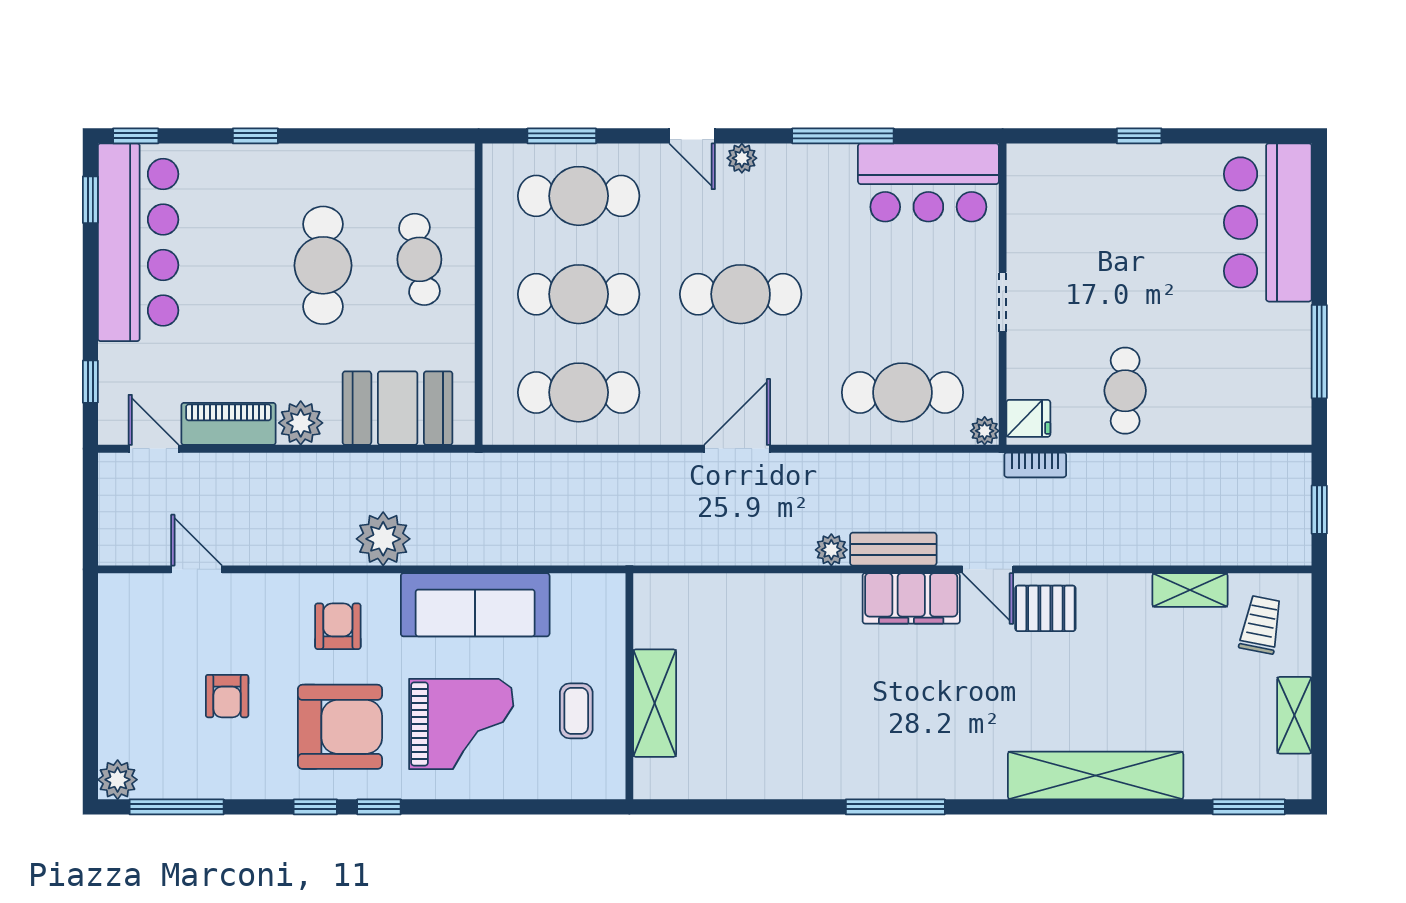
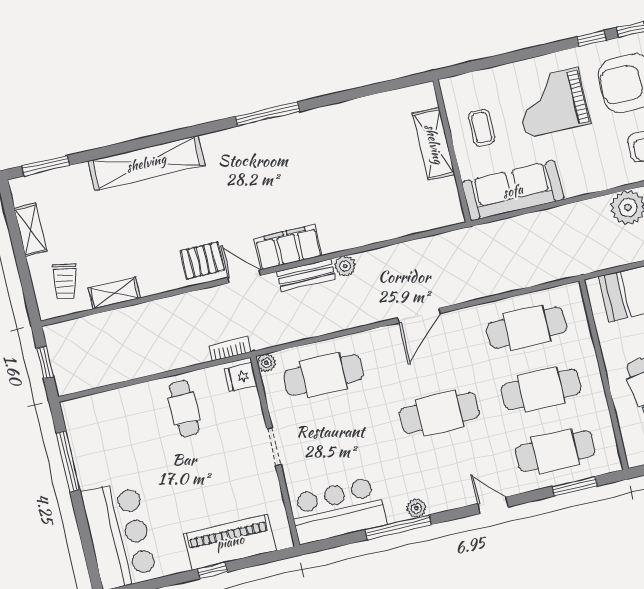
plant: (742, 158) -> (416, 508), moved
piano: (1103, 173) -> (230, 542), added
sofa: (475, 605) -> (513, 191), moved

